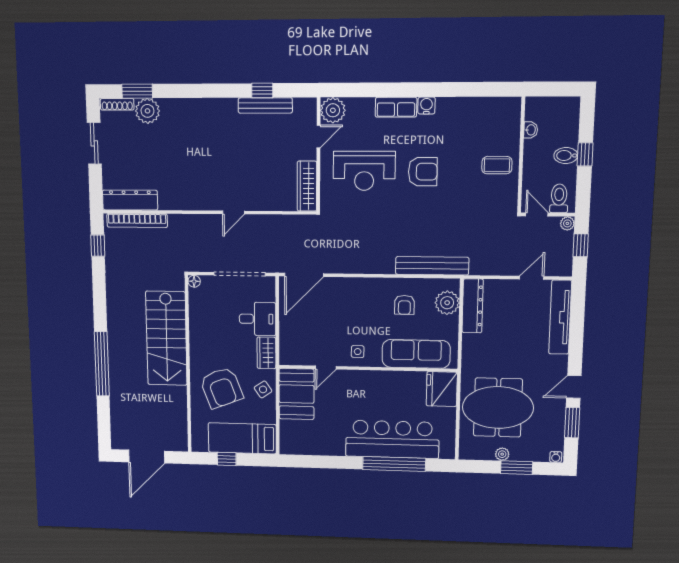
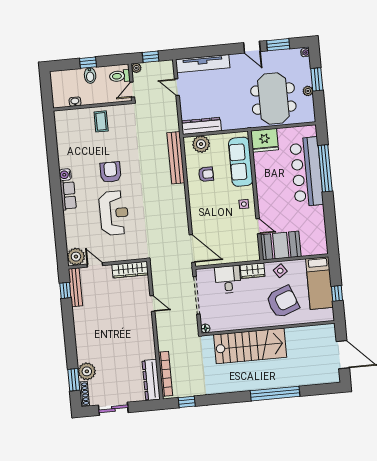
plant: (333, 110) -> (76, 257), moved
door: (318, 137) -> (95, 265), moved
wall: (318, 155) -> (108, 264), moved
wardrobe: (307, 186) -> (130, 270), moved

